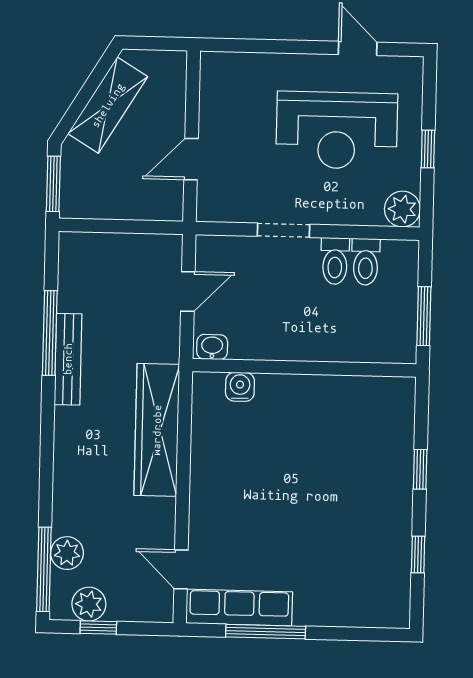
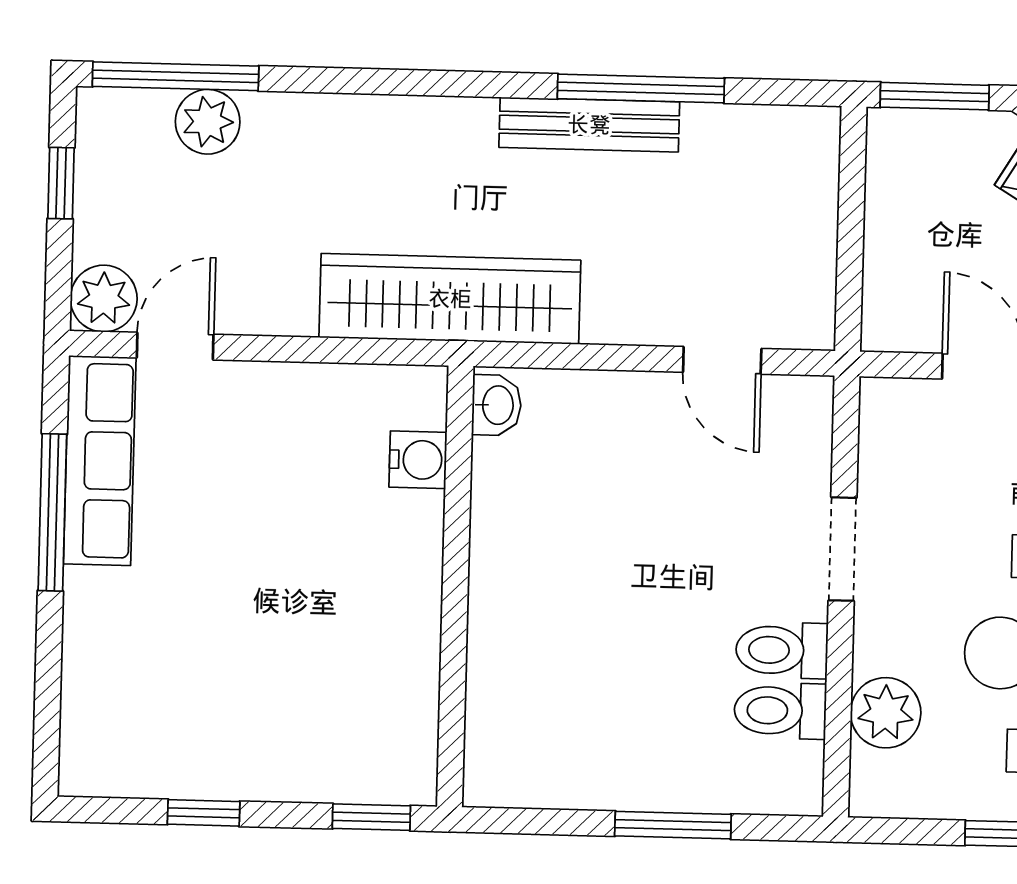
plant: (402, 209) -> (886, 713), moved
washbasin: (212, 347) -> (497, 405), moved
wall: (304, 368) -> (455, 586), moved
water cooler: (240, 387) -> (418, 460), moved
plant: (89, 604) -> (104, 299), moved

